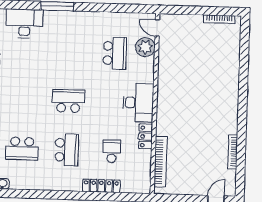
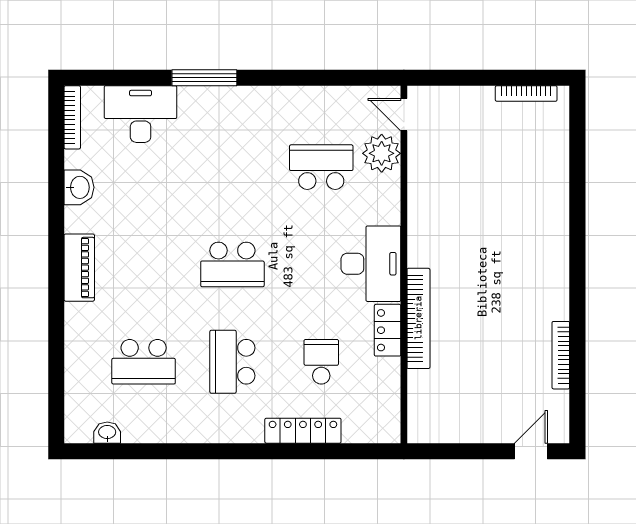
school desk: (115, 53) -> (321, 167), turned -90
school desk: (68, 101) -> (232, 264), turned 180
school desk: (67, 150) -> (232, 362), turned 180
bookcase: (160, 162) -> (418, 318), moved

